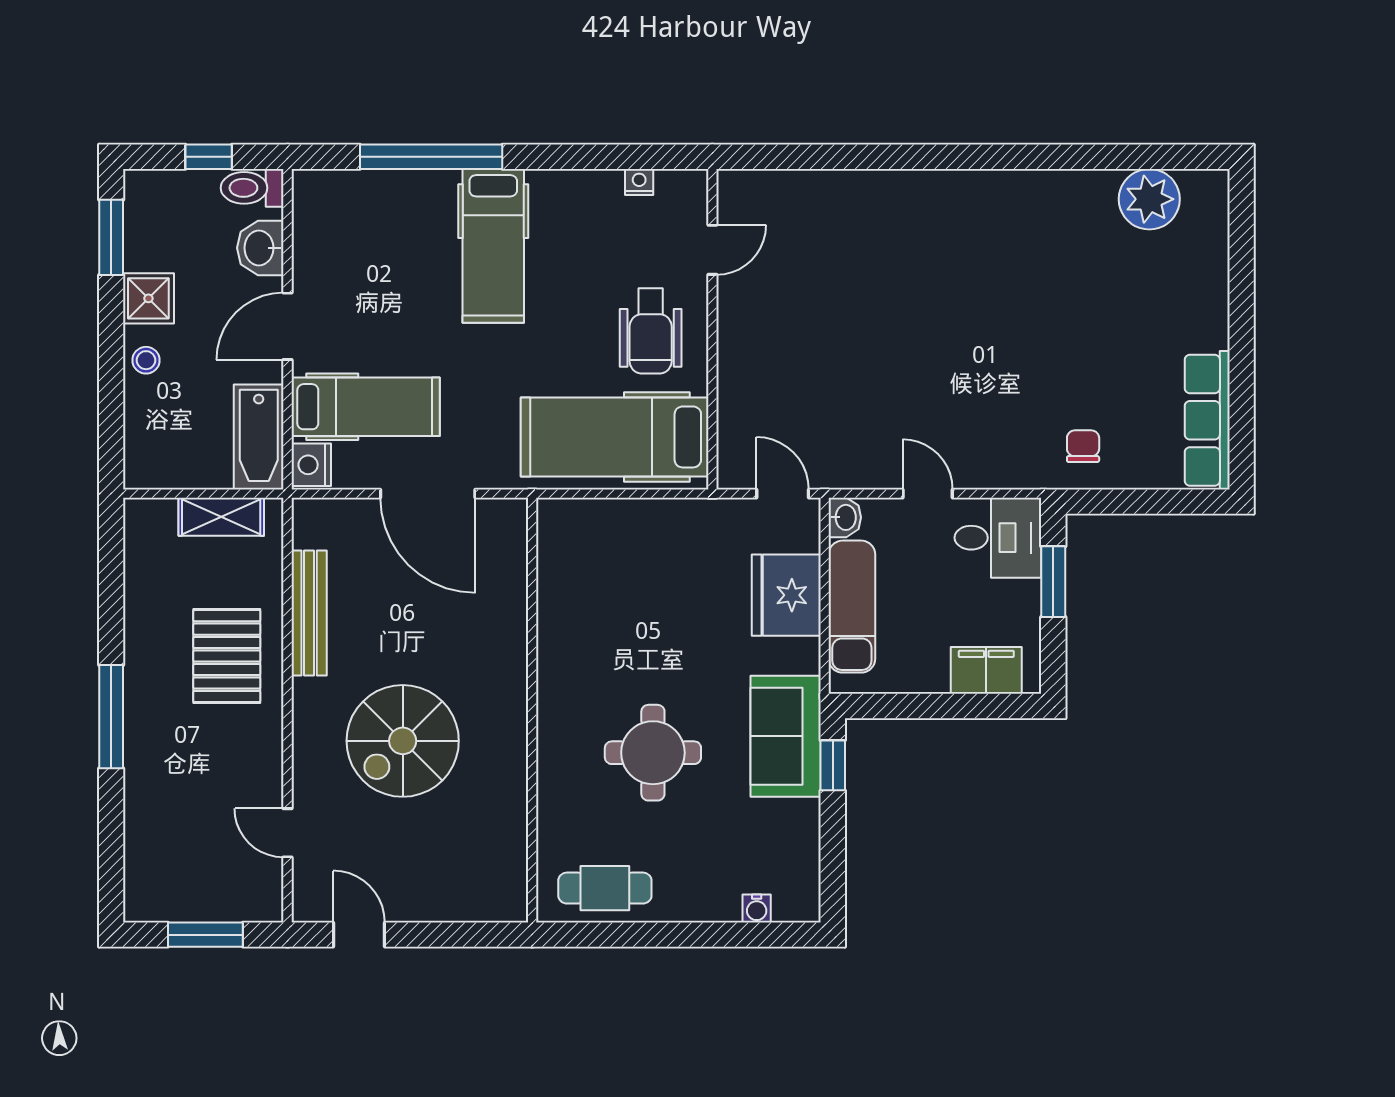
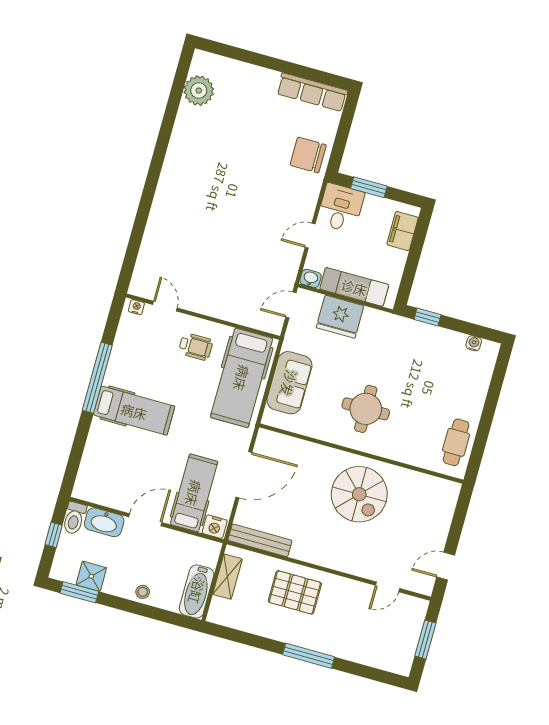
window: (431, 157) -> (97, 378), moved
nightstand: (639, 182) -> (136, 307), moved, turned 90
washbasin: (260, 248) -> (104, 522), width x1.38
shower: (148, 298) -> (91, 576), moved
door: (288, 326) -> (145, 520), swing flipped
wheelchair: (651, 331) -> (196, 347), width x0.73, depth x0.73
bathtub: (259, 437) -> (197, 591), moved, turned 90
chair: (1083, 446) -> (308, 155), width x1.87, depth x1.87
bench: (309, 613) -> (260, 540), moved
sofa: (786, 736) -> (289, 383), moved, turned -90
spiral stairs: (403, 741) -> (359, 494), moved
round table: (653, 753) -> (366, 409), moved
water cooler: (757, 908) -> (474, 343), moved, turned -90

